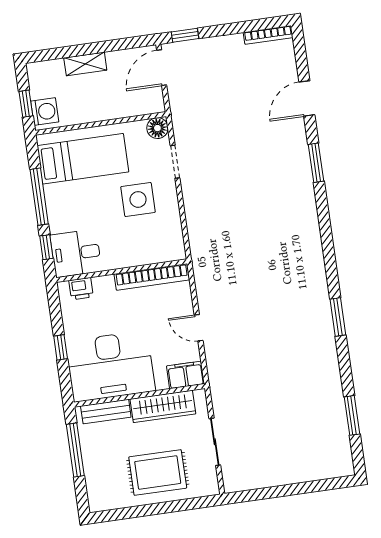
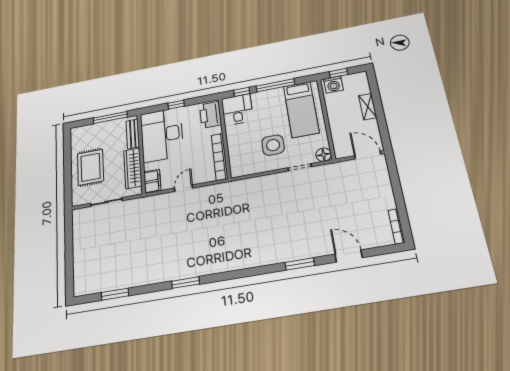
window: (185, 35) -> (392, 169), removed
printer: (81, 289) -> (210, 115), width x1.87, depth x1.48

